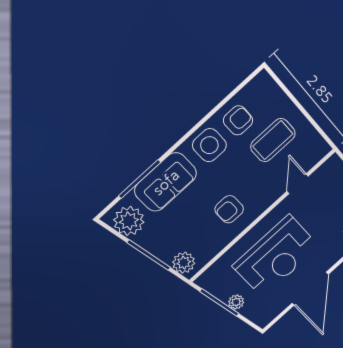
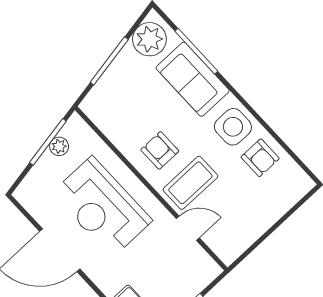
coffee table: (273, 140) -> (190, 183), moved, turned 90
plant: (184, 263) -> (99, 100), removed
plant: (236, 302) -> (59, 146), moved

